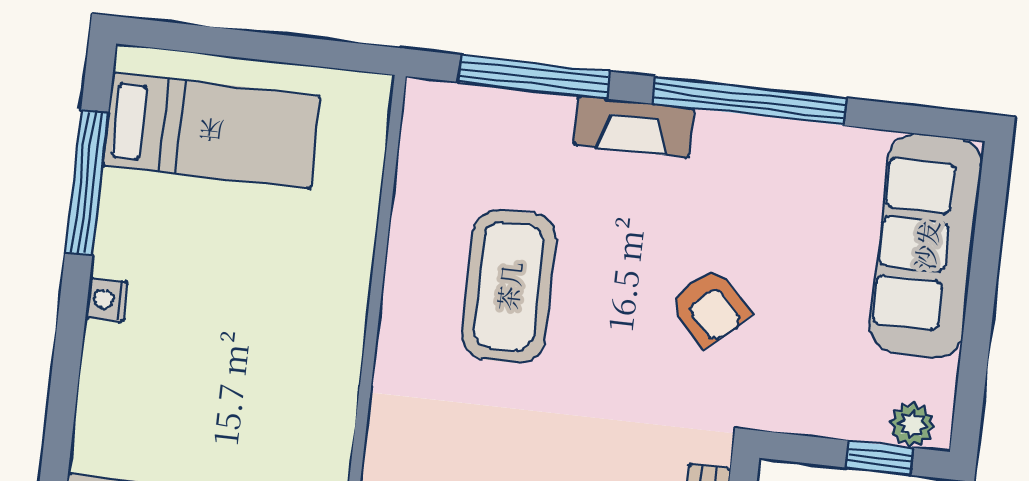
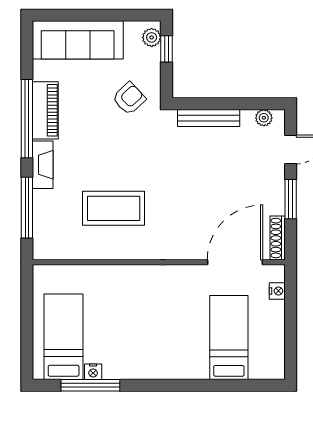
piano: (764, 148) -> (45, 110), added
nightstand: (107, 300) -> (93, 372), moved
armchair: (710, 308) -> (129, 98), moved

